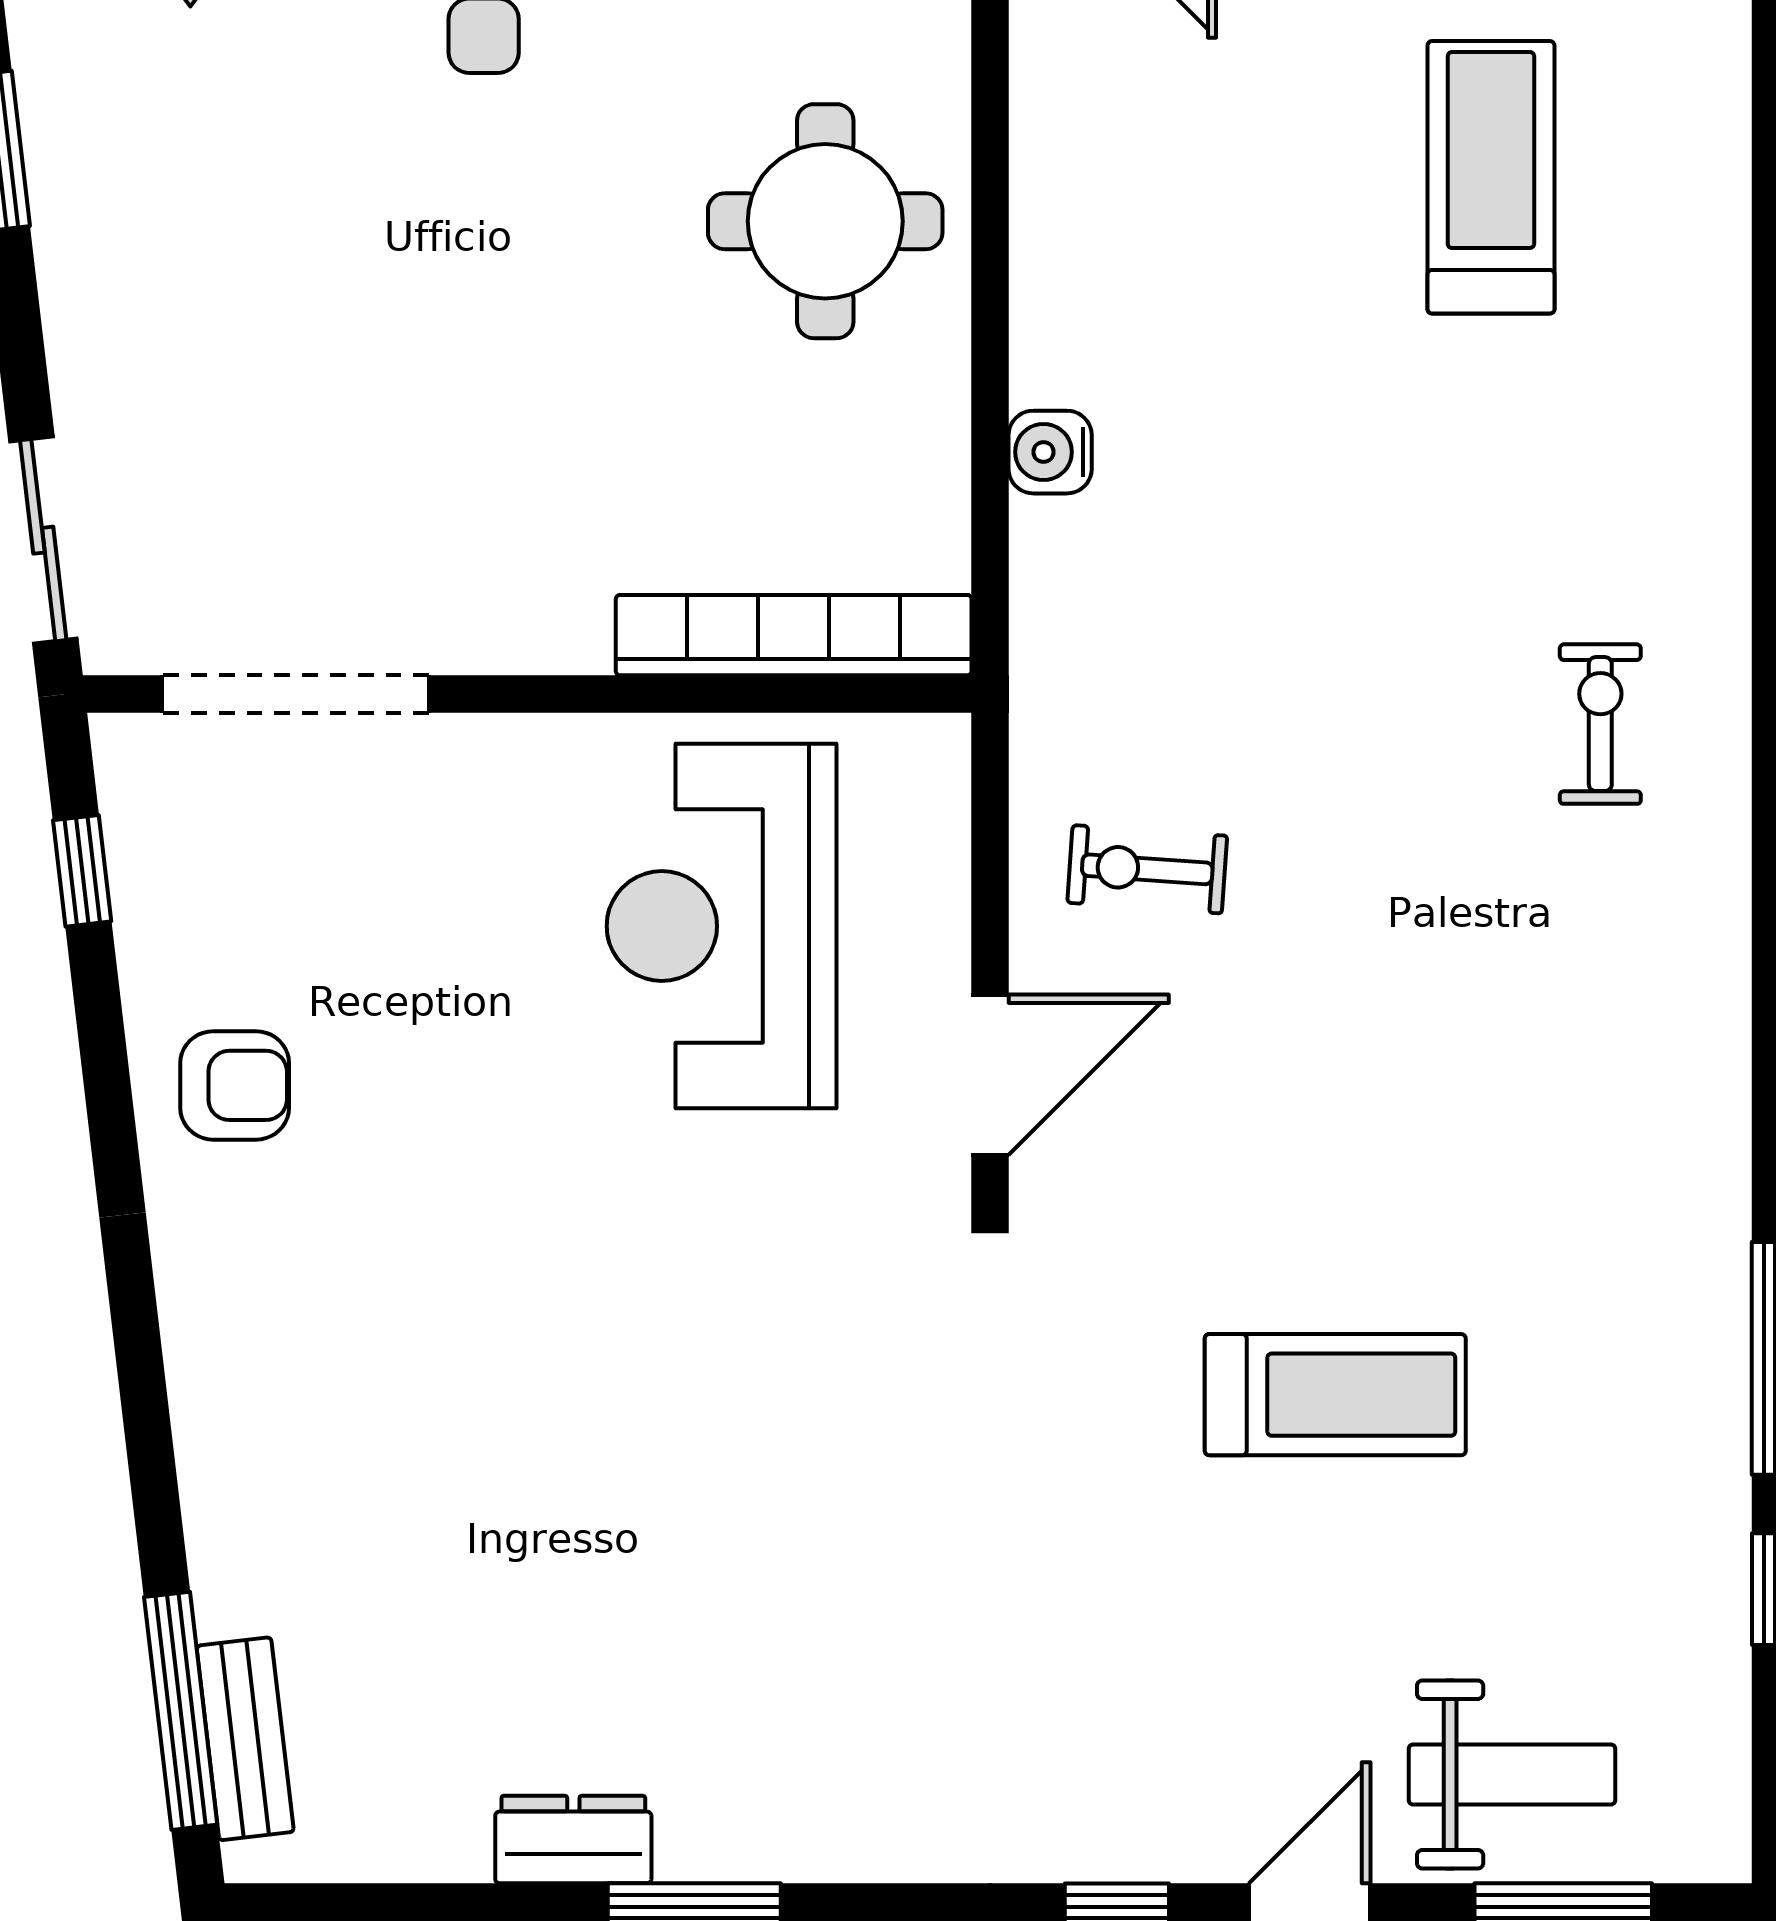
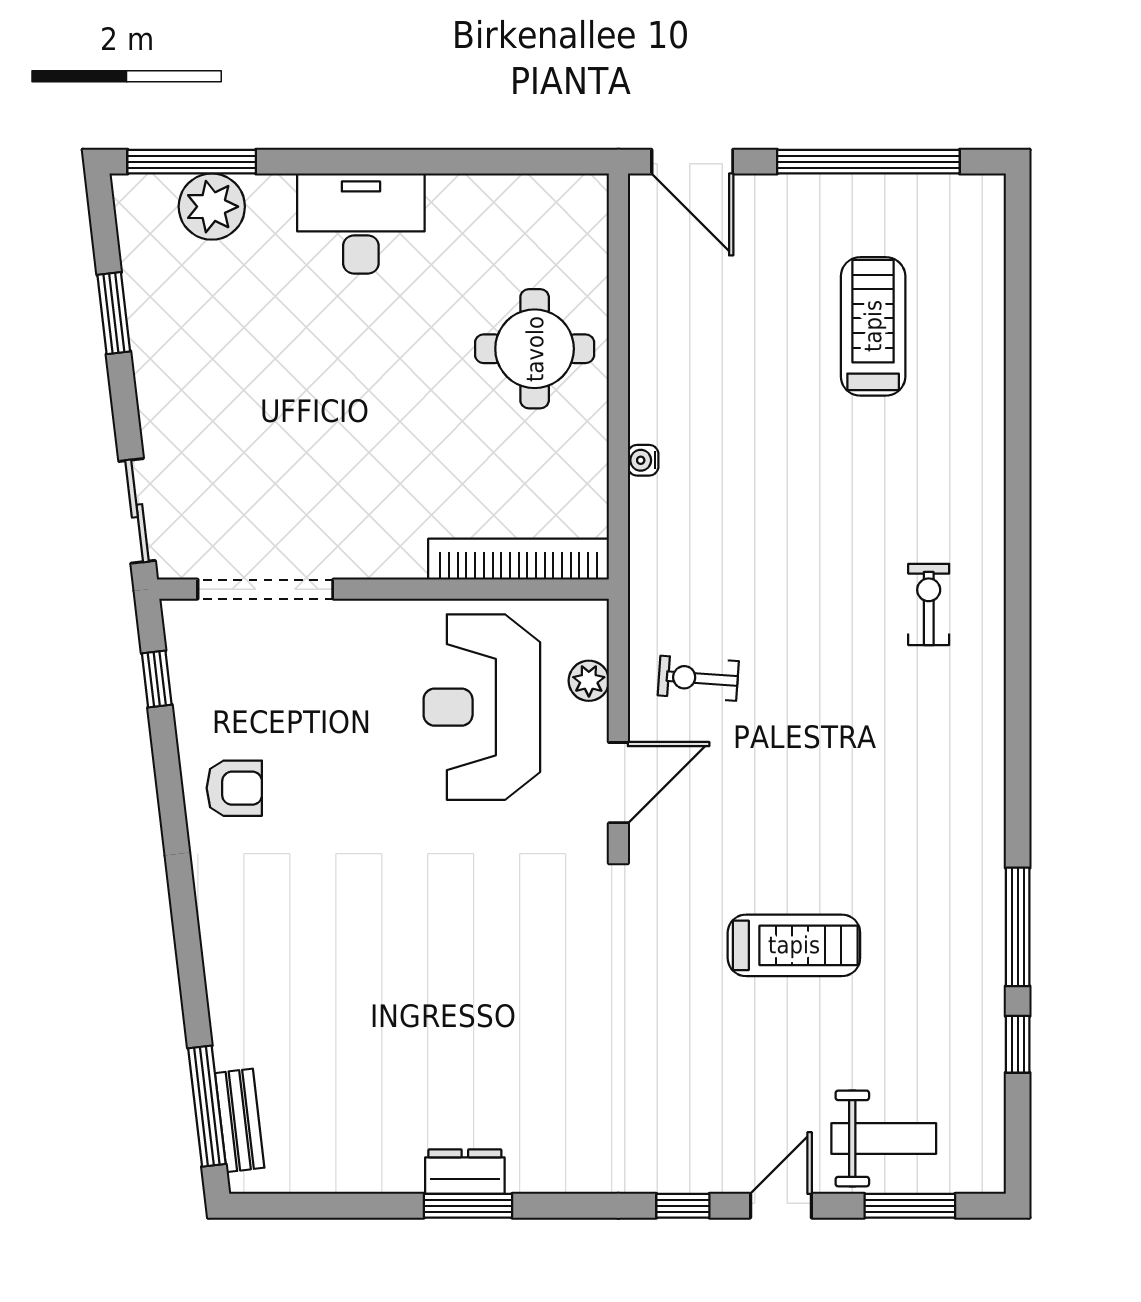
water cooler: (1050, 452) -> (643, 460), width x0.72, depth x0.72
plant: (932, 874) -> (589, 681), added
dresser: (573, 1840) -> (465, 1172), moved

